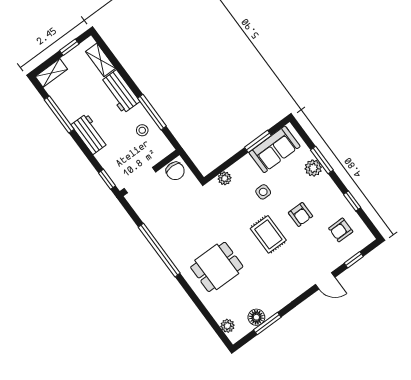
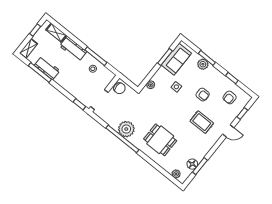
workbench: (90, 134) -> (47, 68), moved
rug: (268, 234) -> (202, 122), moved
plant: (169, 237) -> (126, 129), added
dining table: (217, 267) -> (160, 140), turned 90

